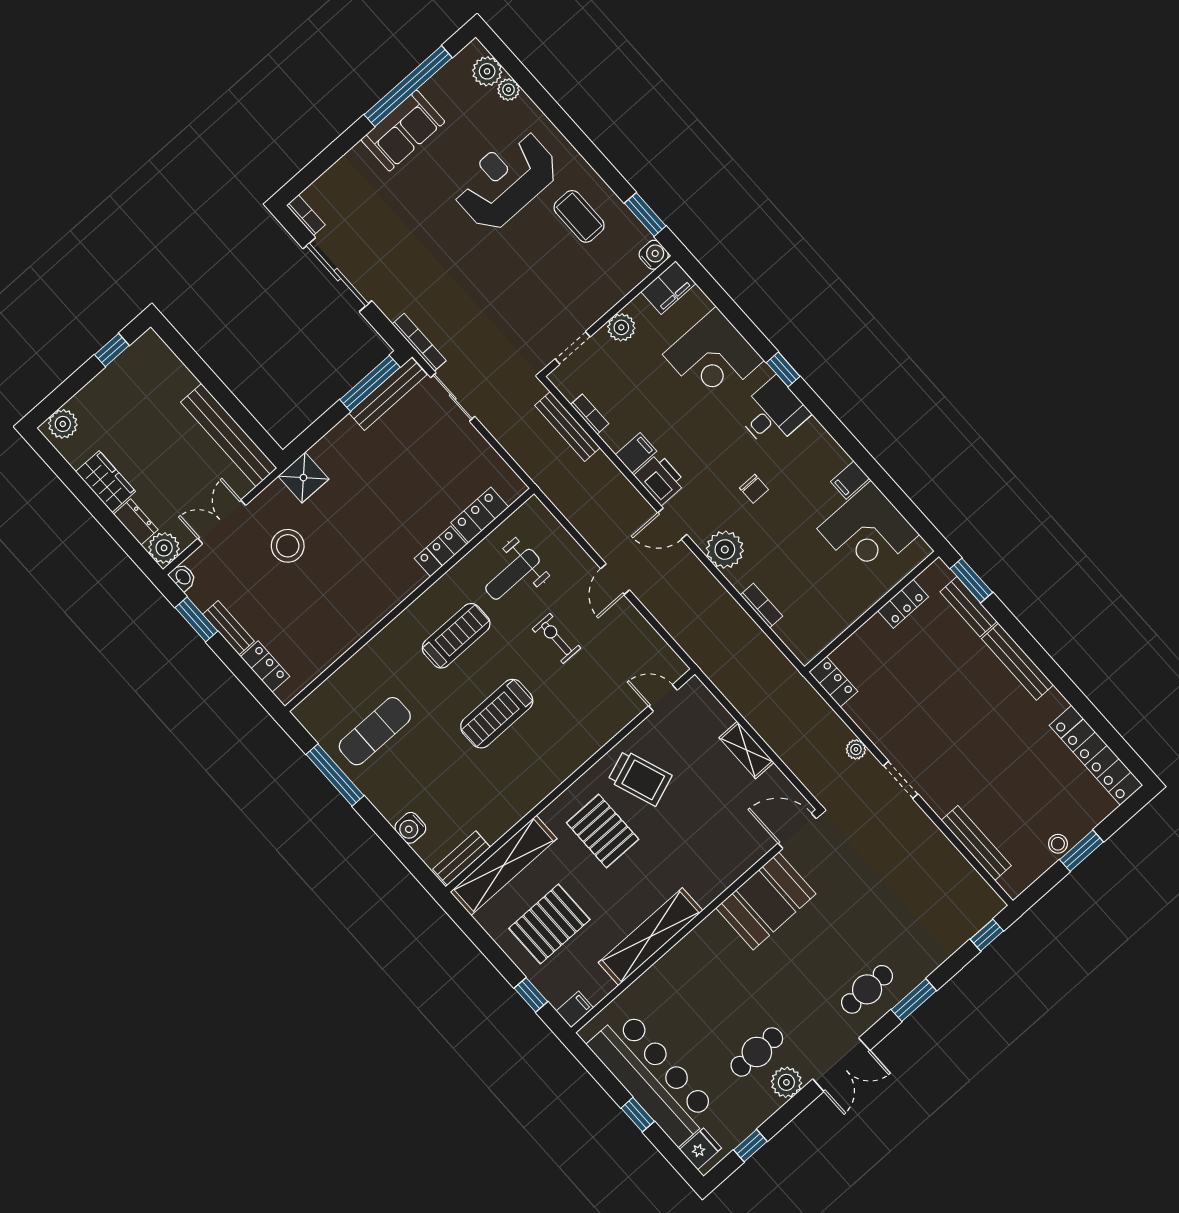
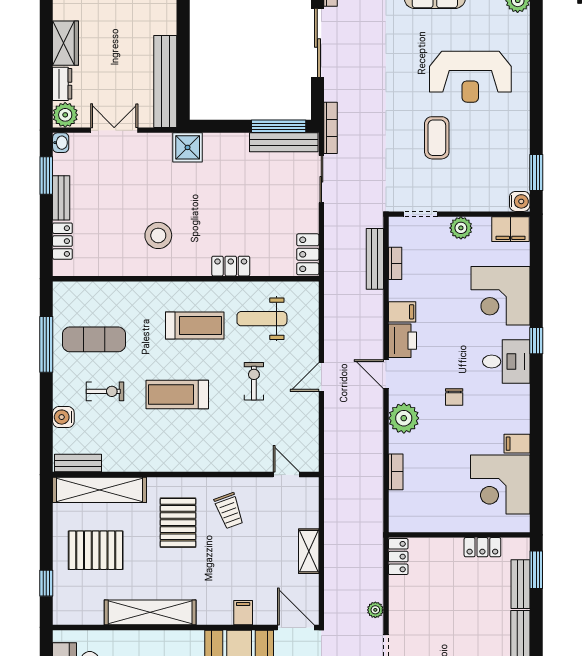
plant: (509, 90) -> (521, 23), removed
reception desk: (506, 180) -> (470, 77), turned 180
coffee table: (579, 216) -> (437, 138), moved
locker: (480, 515) -> (308, 254), moved, turned -90
stool: (288, 546) -> (158, 235), moved
exercise bike: (428, 770) -> (105, 391), added
trolley: (640, 778) -> (229, 511), width x0.73, depth x0.72
filing cabinet: (575, 1009) -> (243, 613), moved, turned -90

